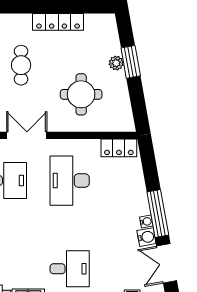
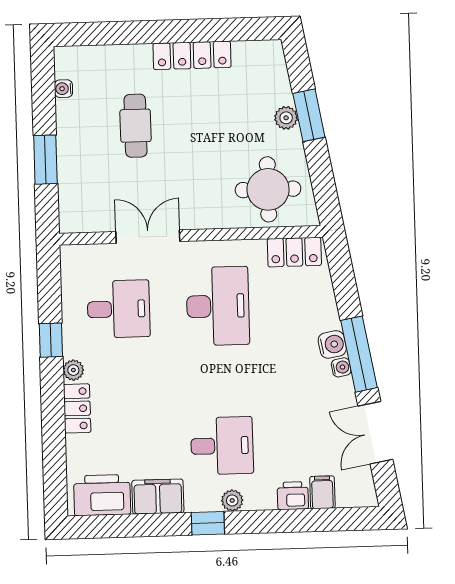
round table: (81, 94) -> (268, 189), moved
desk: (70, 181) -> (218, 306), turned 180
water cooler: (146, 237) -> (332, 344), moved

